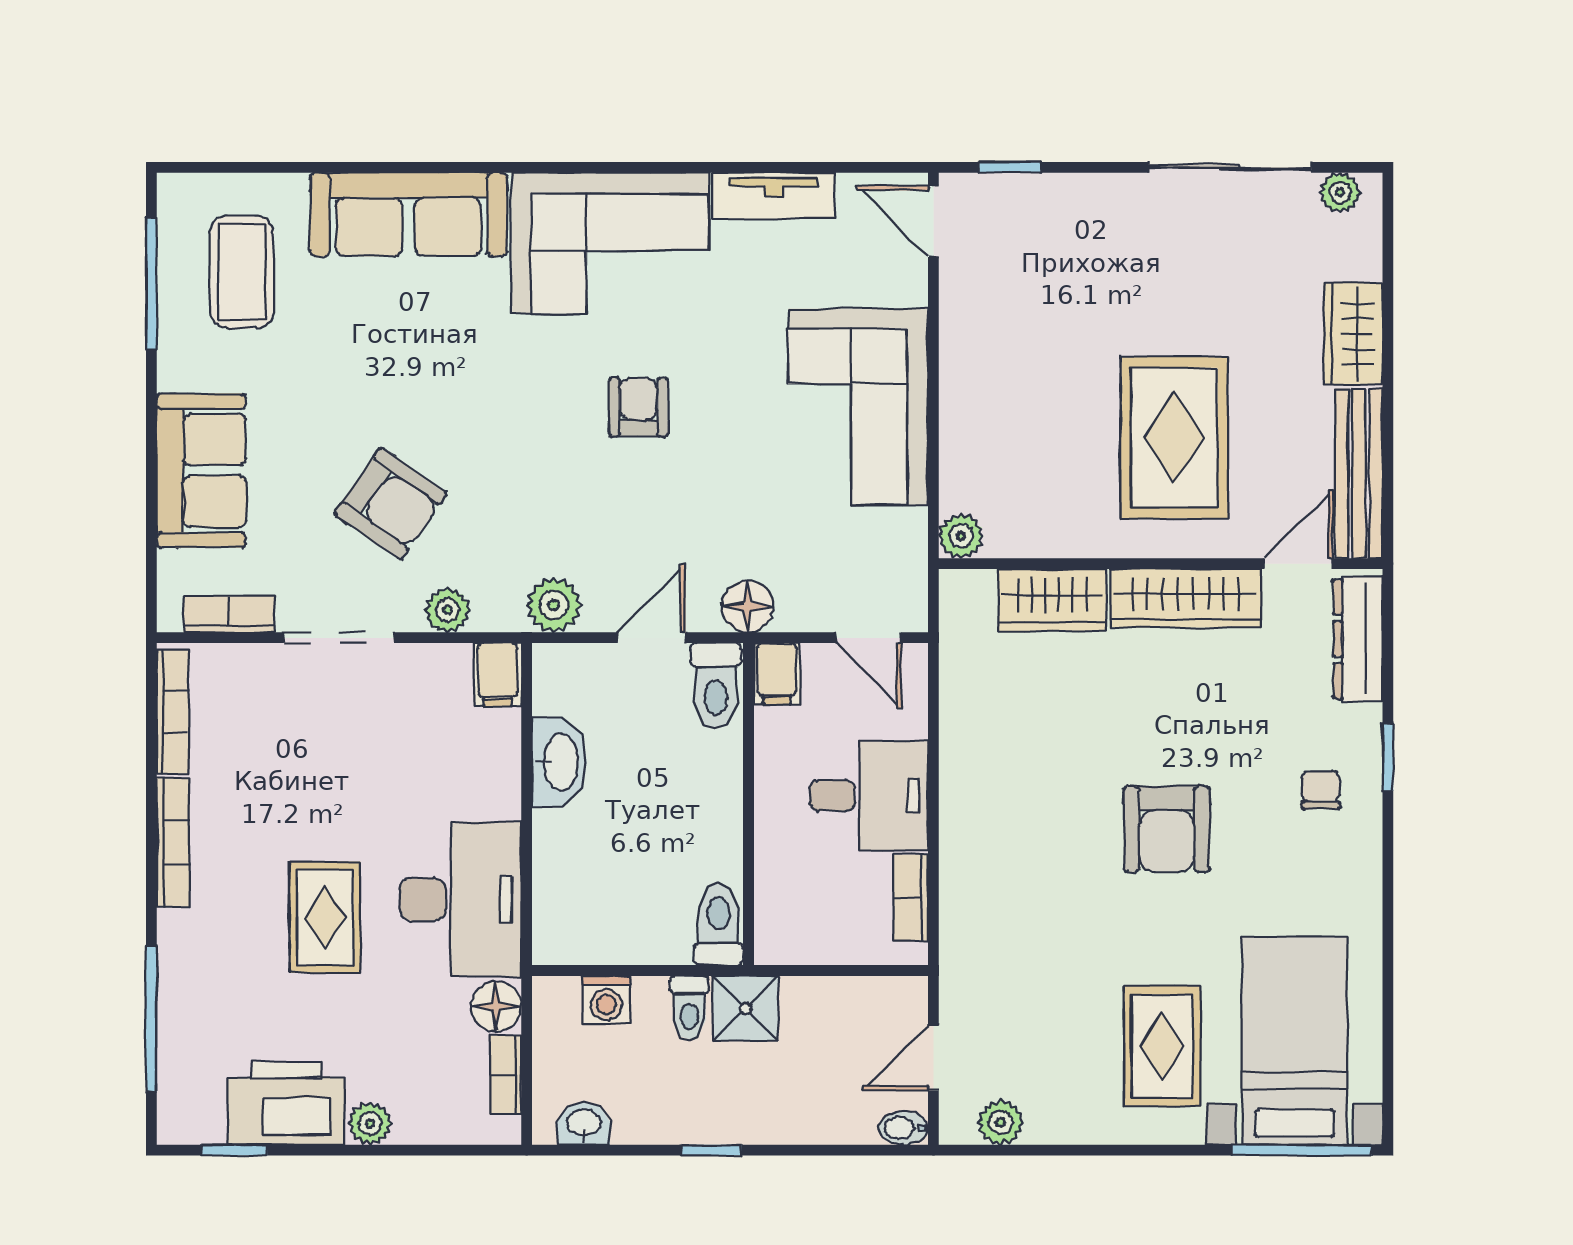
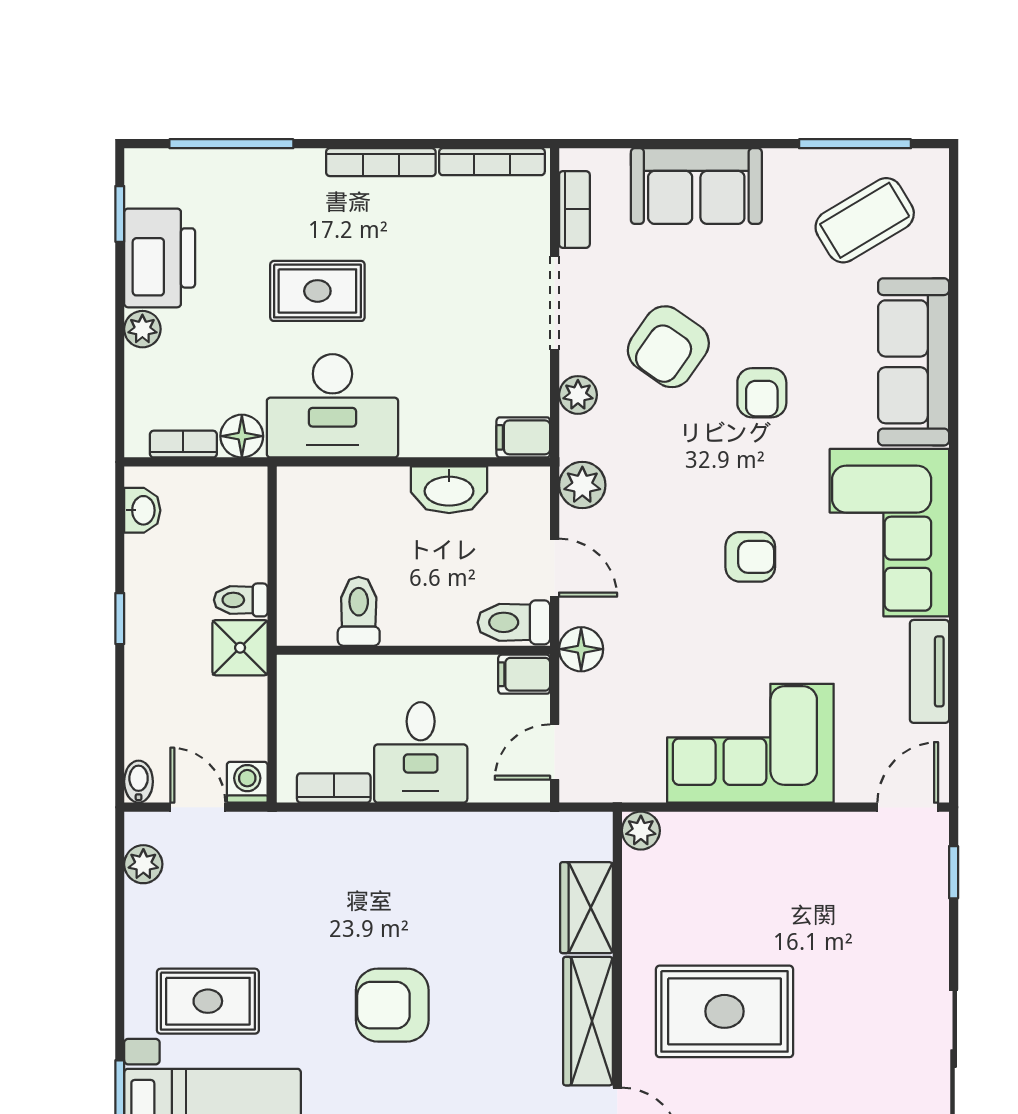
coffee table: (242, 272) -> (865, 220), turned -31
armchair: (445, 393) -> (762, 393), added
toilet: (719, 925) -> (359, 611), moved, turned -90
washing machine: (606, 1000) -> (247, 782), moved, turned 90

